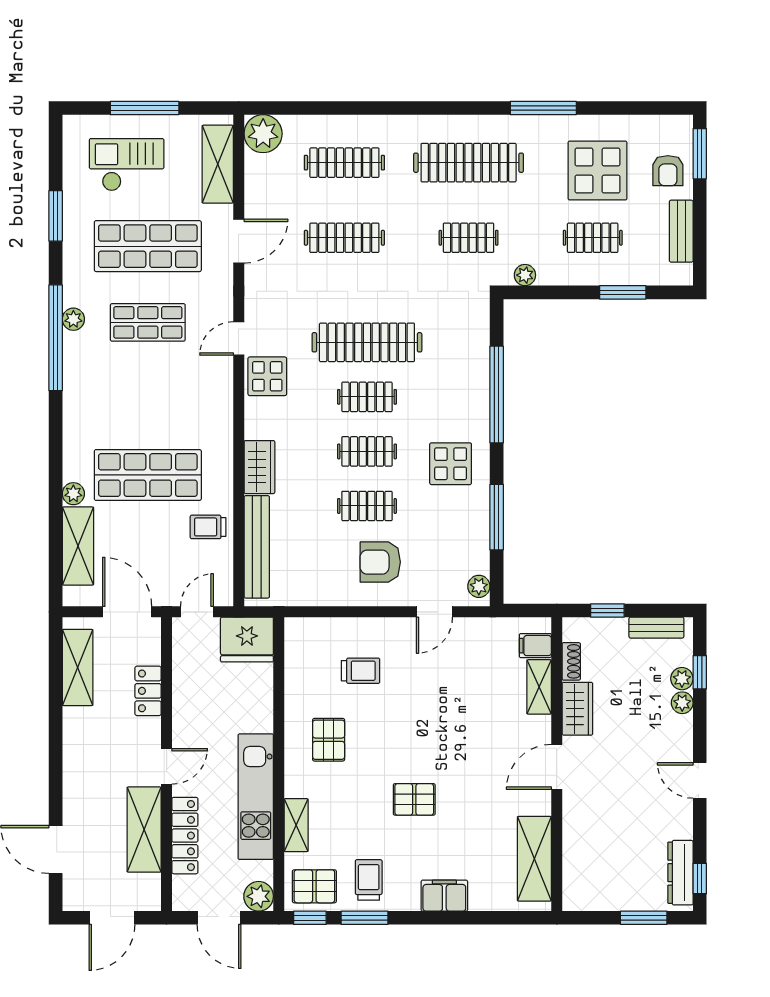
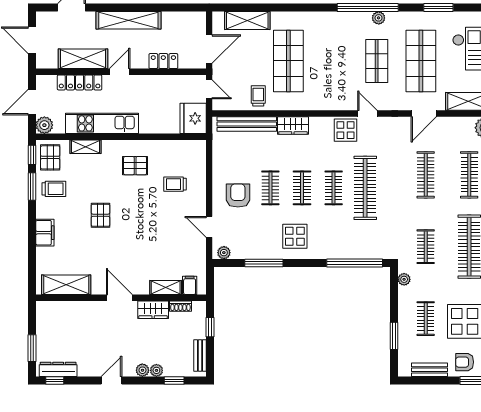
door: (239, 241) -> (424, 114), hinge flipped
window: (497, 395) -> (355, 263), moved
plant: (73, 494) -> (278, 18), removed
shelving: (78, 667) -> (128, 20), moved, width x1.47
trolley: (361, 671) -> (175, 184), turned 90
plant: (682, 679) -> (142, 370), moved
door: (167, 766) -> (120, 72), swing flipped

